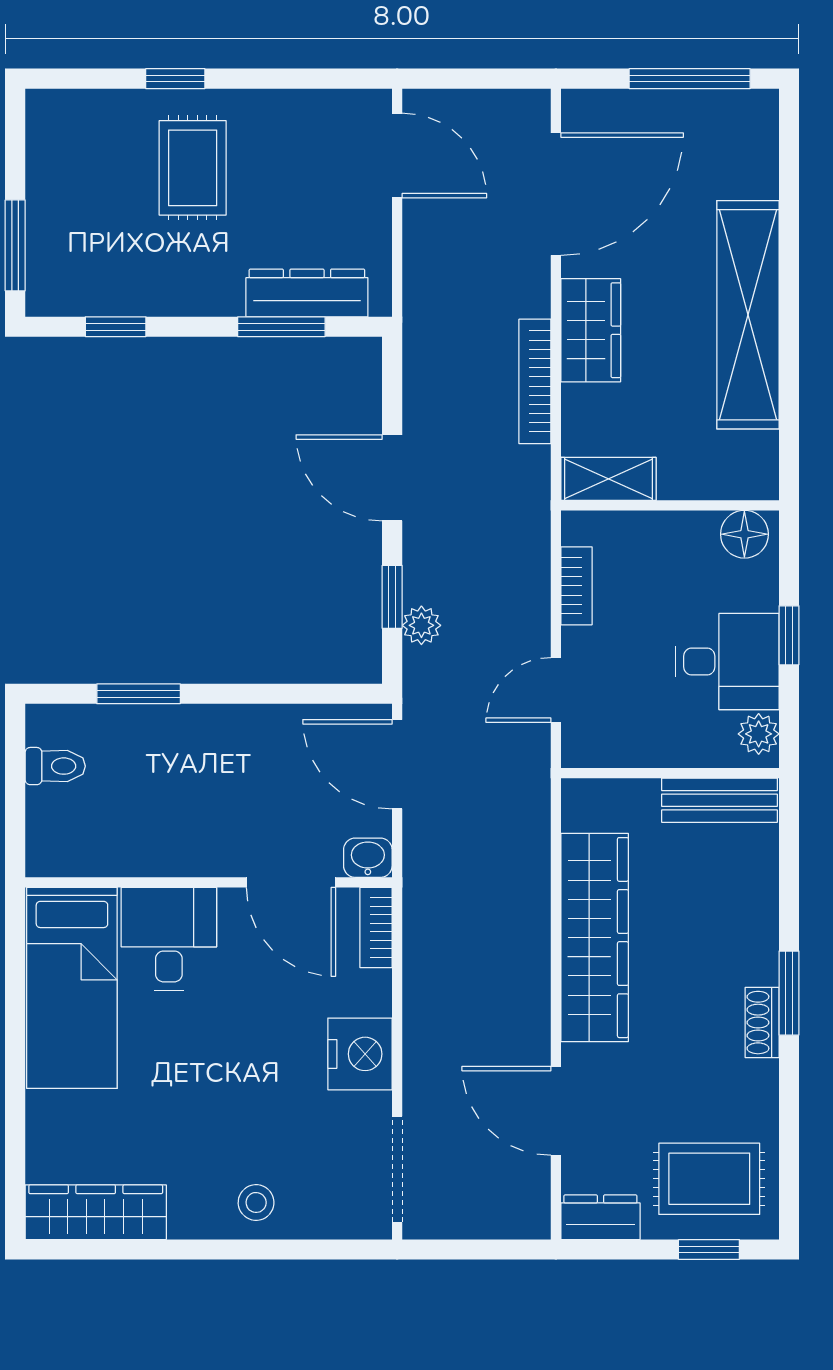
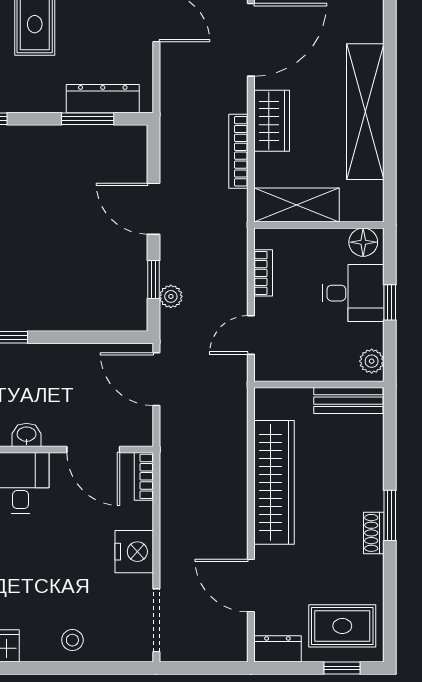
shelving: (608, 479) -> (296, 205), width x1.50, depth x1.33
desk: (727, 661) -> (353, 293), moved
washbasin: (368, 858) -> (27, 435), moved

